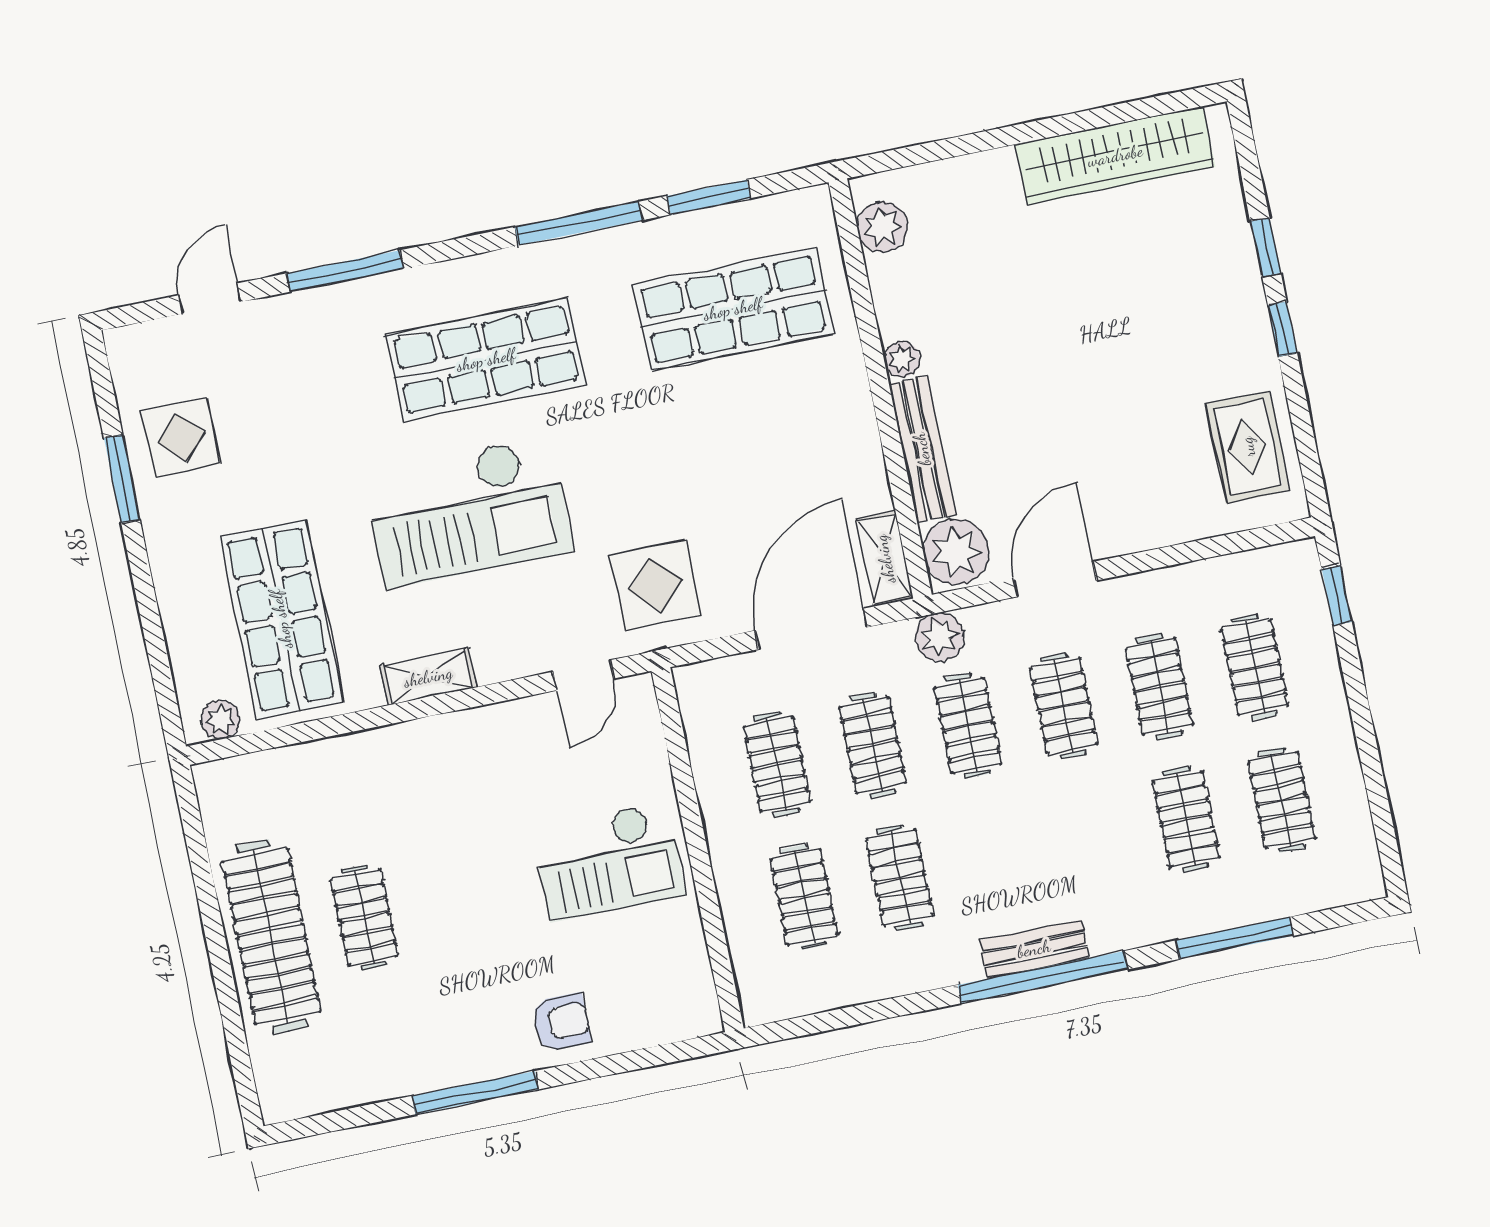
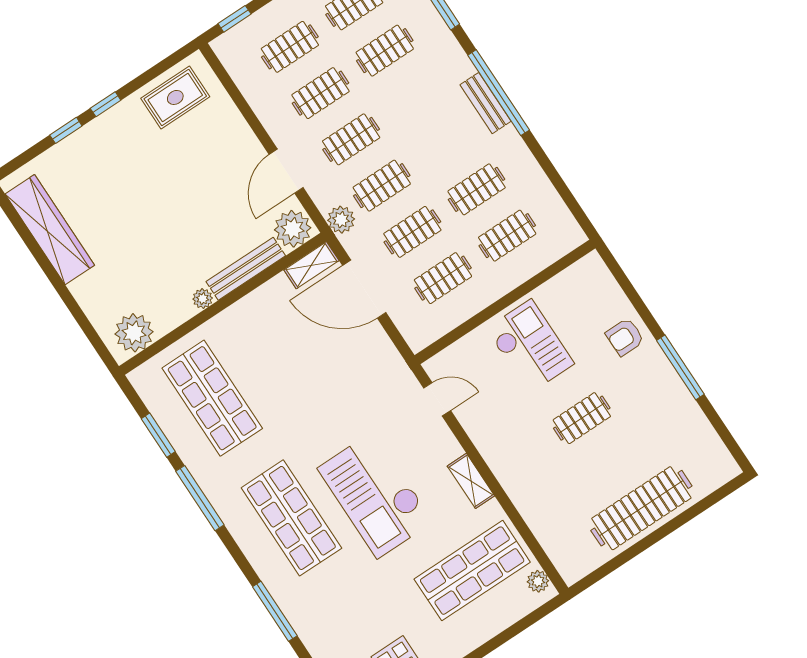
plant: (882, 227) -> (134, 333), width x1.36, depth x1.36
checkout: (468, 512) -> (375, 495), turned 180
door: (1055, 579) -> (286, 171), hinge flipped
display table: (655, 585) -> (374, 380), removed
clothes rail: (364, 917) -> (582, 418), moved
armchair: (561, 1022) -> (625, 337), turned -90

